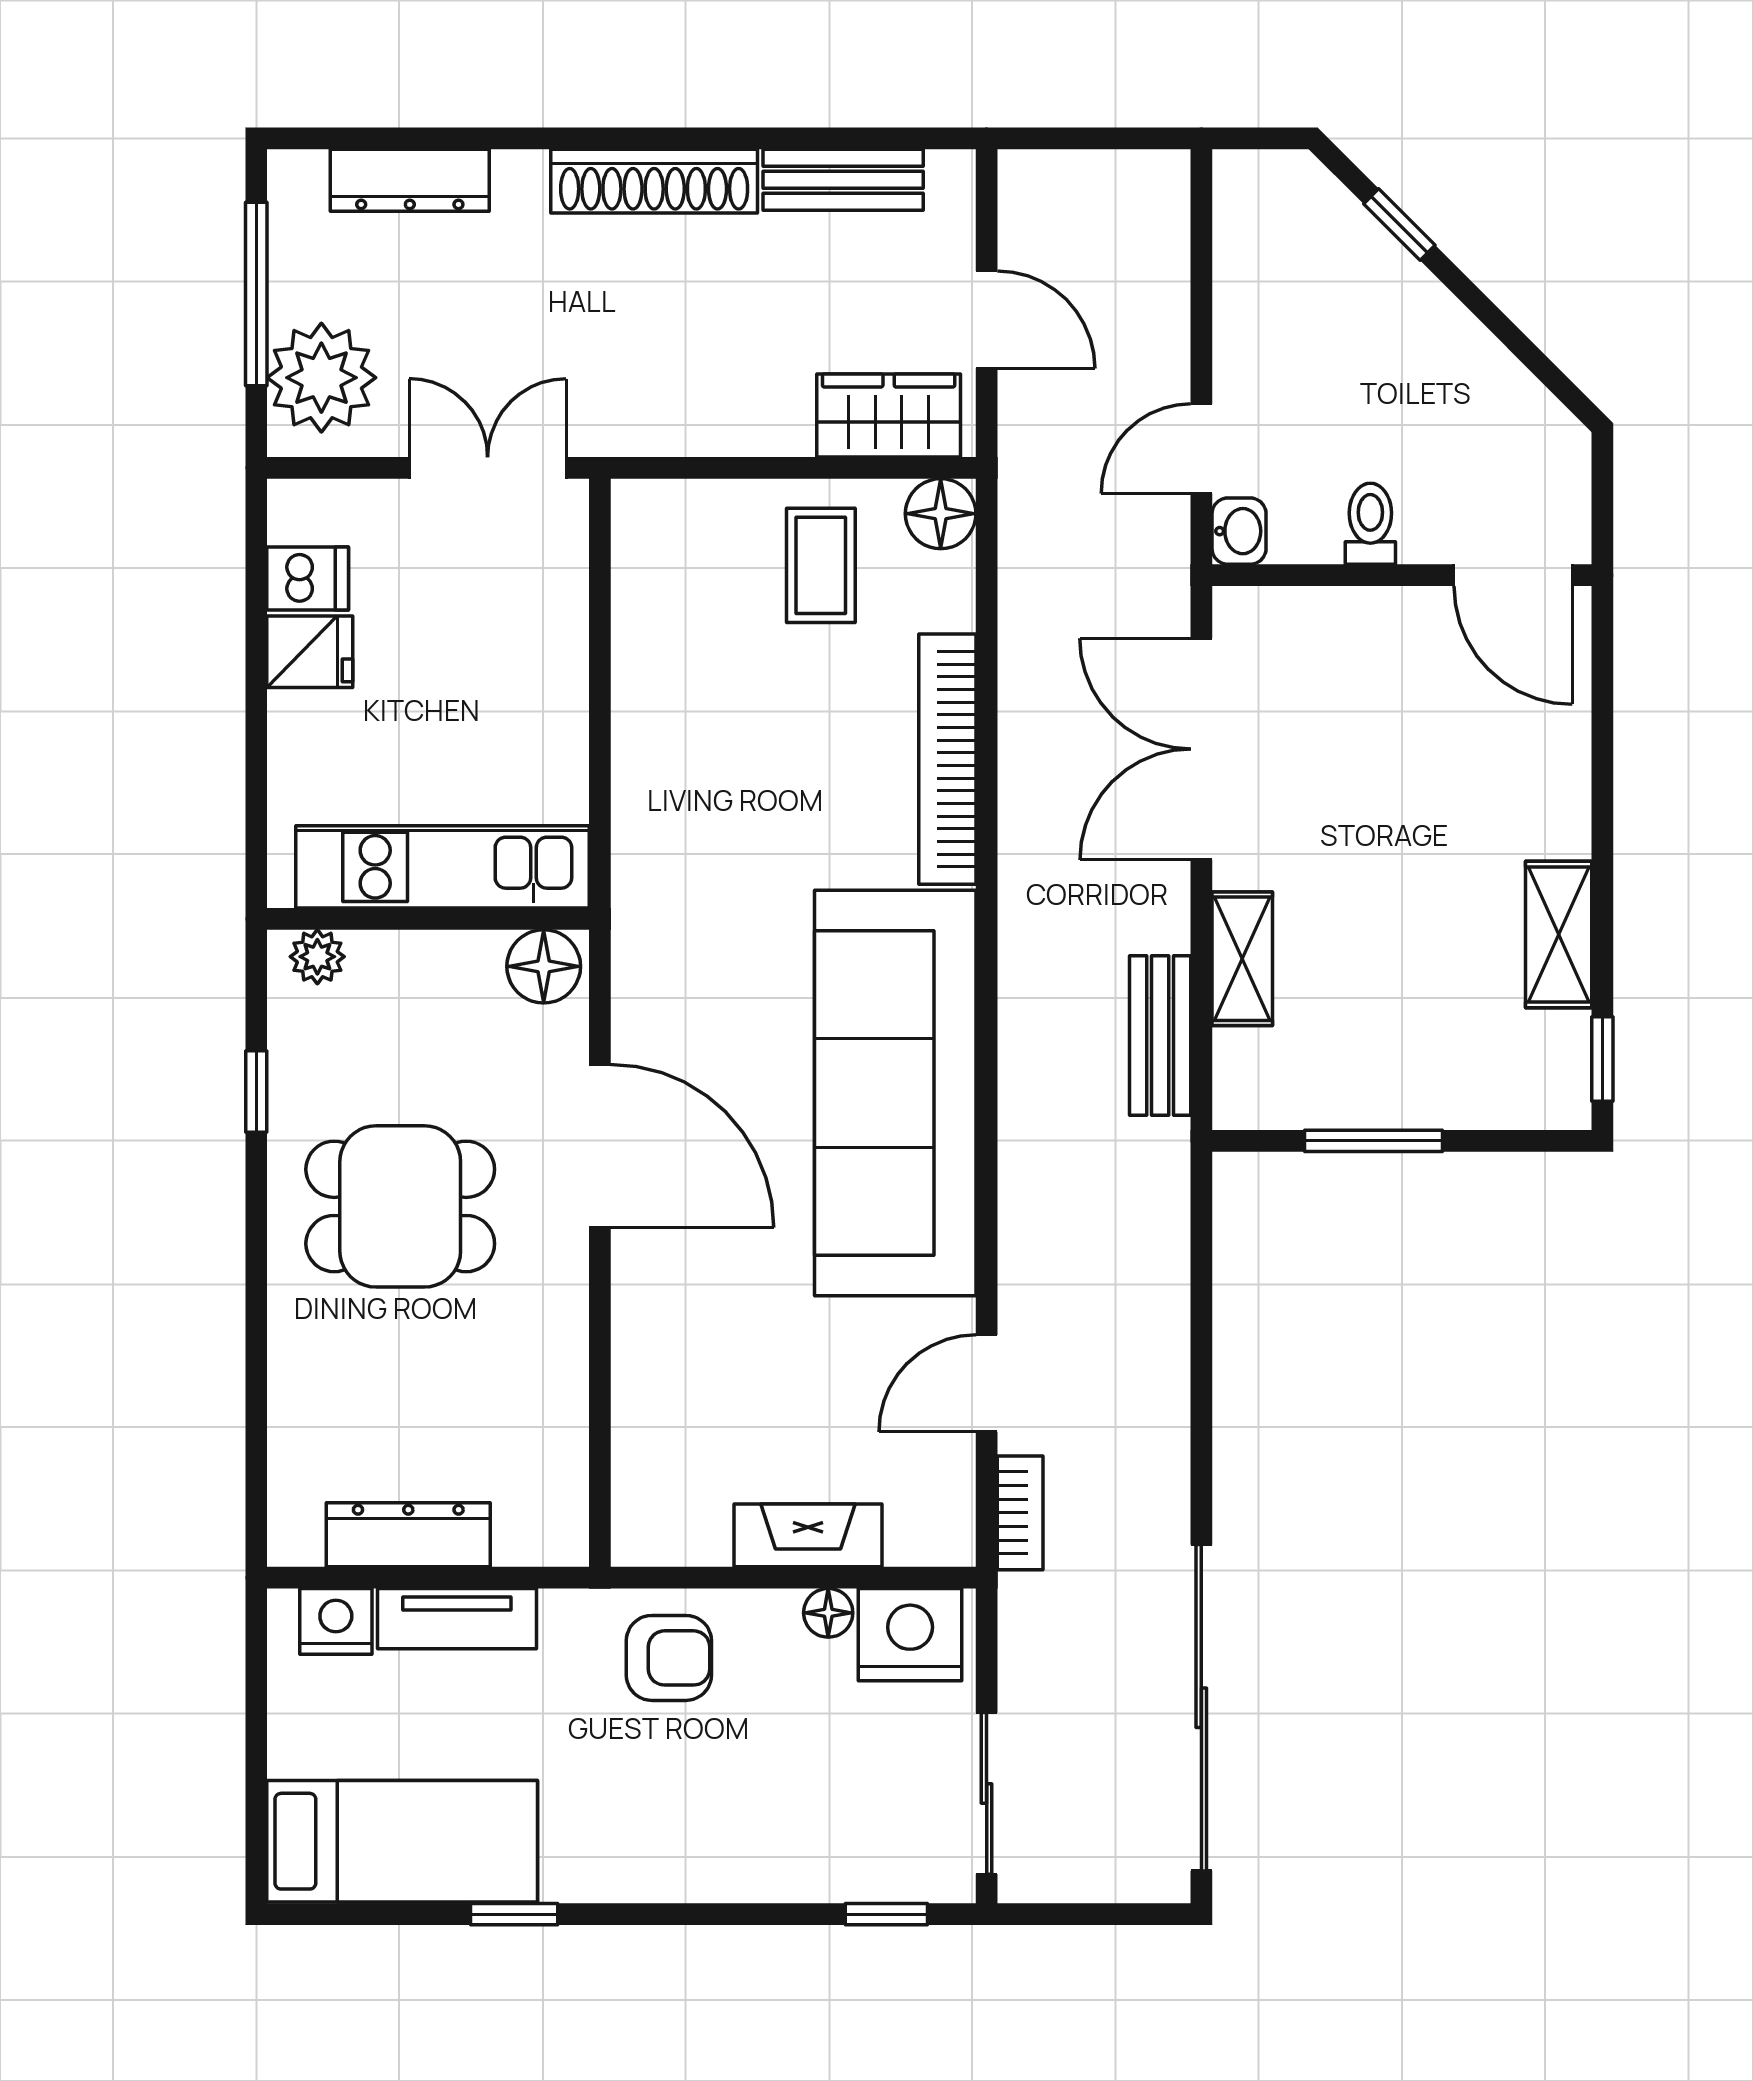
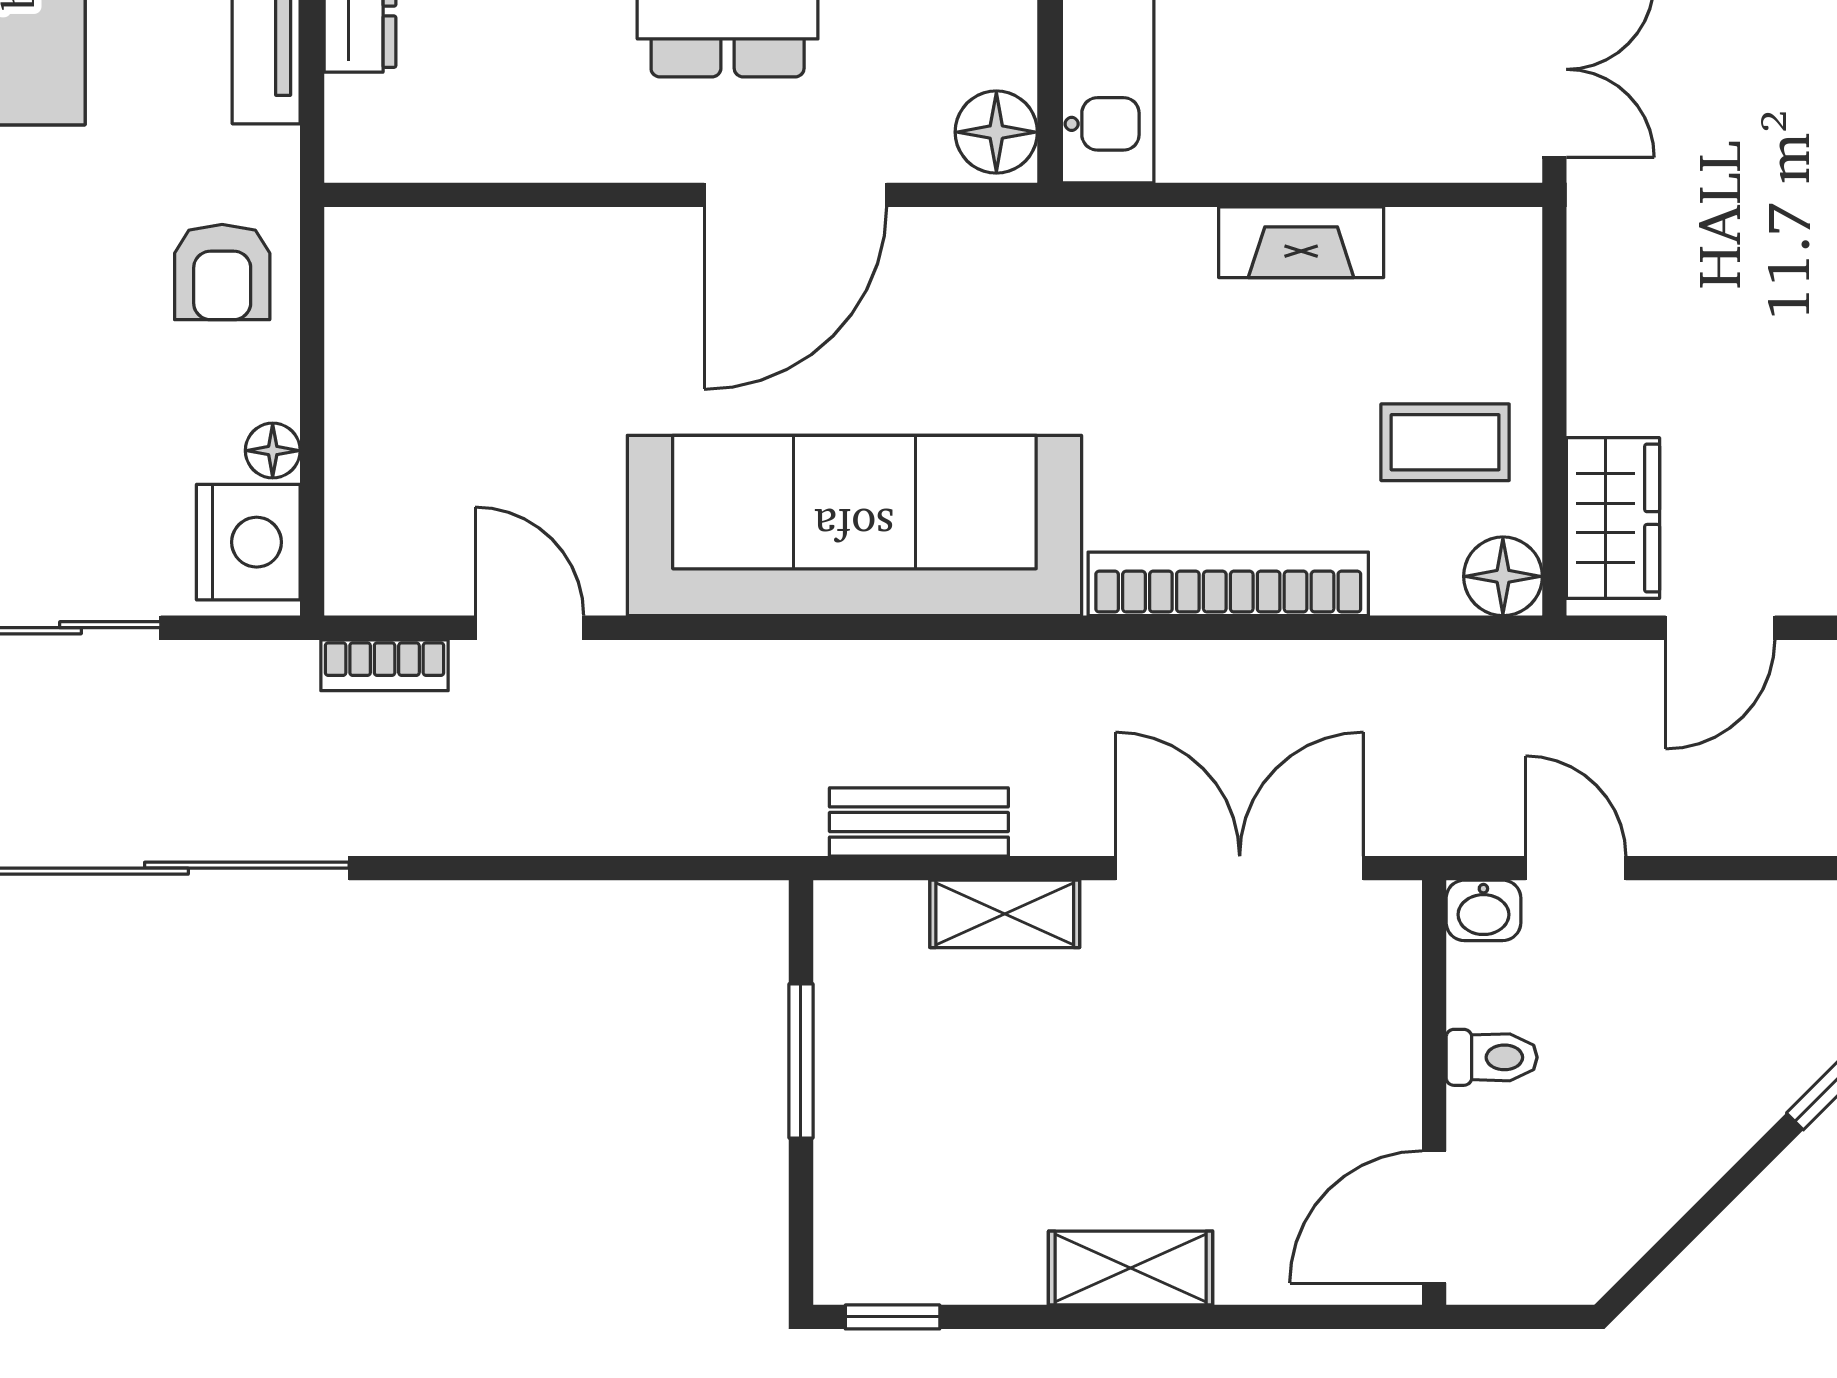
shelving: (1559, 935) -> (1131, 1268), moved
fireplace: (808, 1535) -> (1301, 242), moved, turned 90

